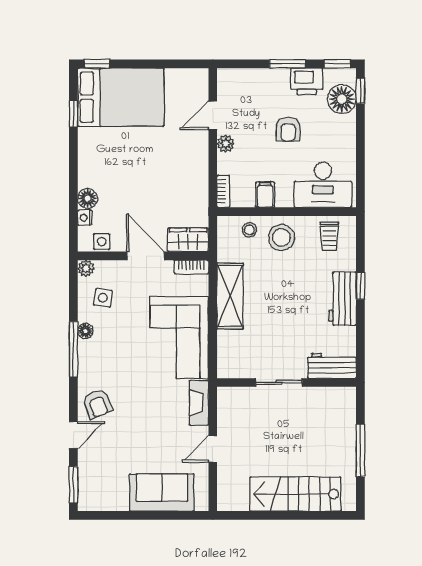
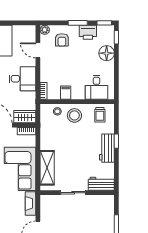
floor lamp: (342, 99) -> (107, 53), moved
door: (213, 115) -> (38, 50), hinge flipped
armchair: (288, 129) -> (62, 40), moved
plant: (226, 144) -> (45, 30), moved
desk: (184, 168) -> (22, 79), added
desk: (323, 185) -> (96, 87), width x0.73
shelving: (230, 296) -> (47, 168), moved

